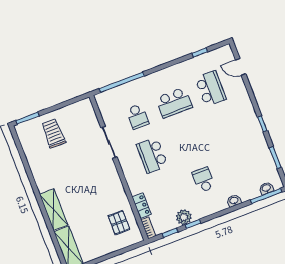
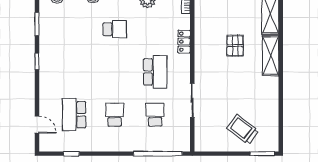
school desk: (174, 103) -> (115, 115), width x0.54
trolley: (53, 133) -> (243, 129), turned 127
school desk: (203, 180) -> (115, 29), turned -90
locker: (142, 206) -> (184, 42), moved
pallet: (119, 223) -> (235, 46), moved

